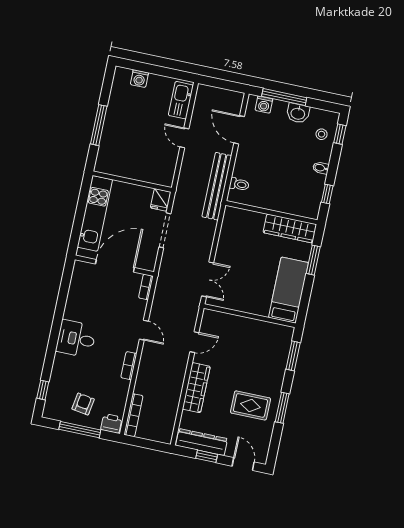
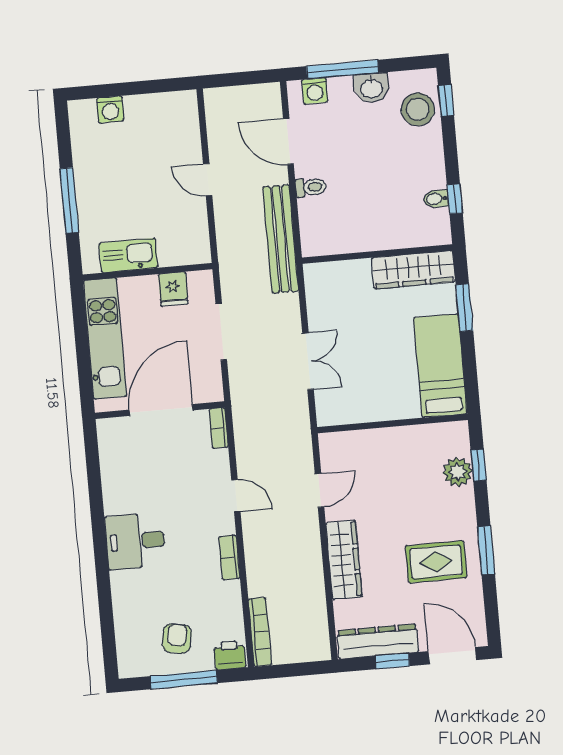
kitchen sink: (181, 100) -> (128, 255), moved, turned 90
stool: (322, 134) -> (418, 109), width x1.89, depth x1.89
bidet: (321, 168) -> (436, 199), moved
toilet: (239, 184) -> (311, 187), moved
fridge: (161, 200) -> (173, 289), moved
double door: (208, 279) -> (308, 361), moved
plant: (279, 356) -> (458, 472), added
window: (293, 356) -> (478, 465), width x0.67
window: (43, 390) -> (108, 636), removed
door: (243, 464) -> (452, 656), width x1.38

